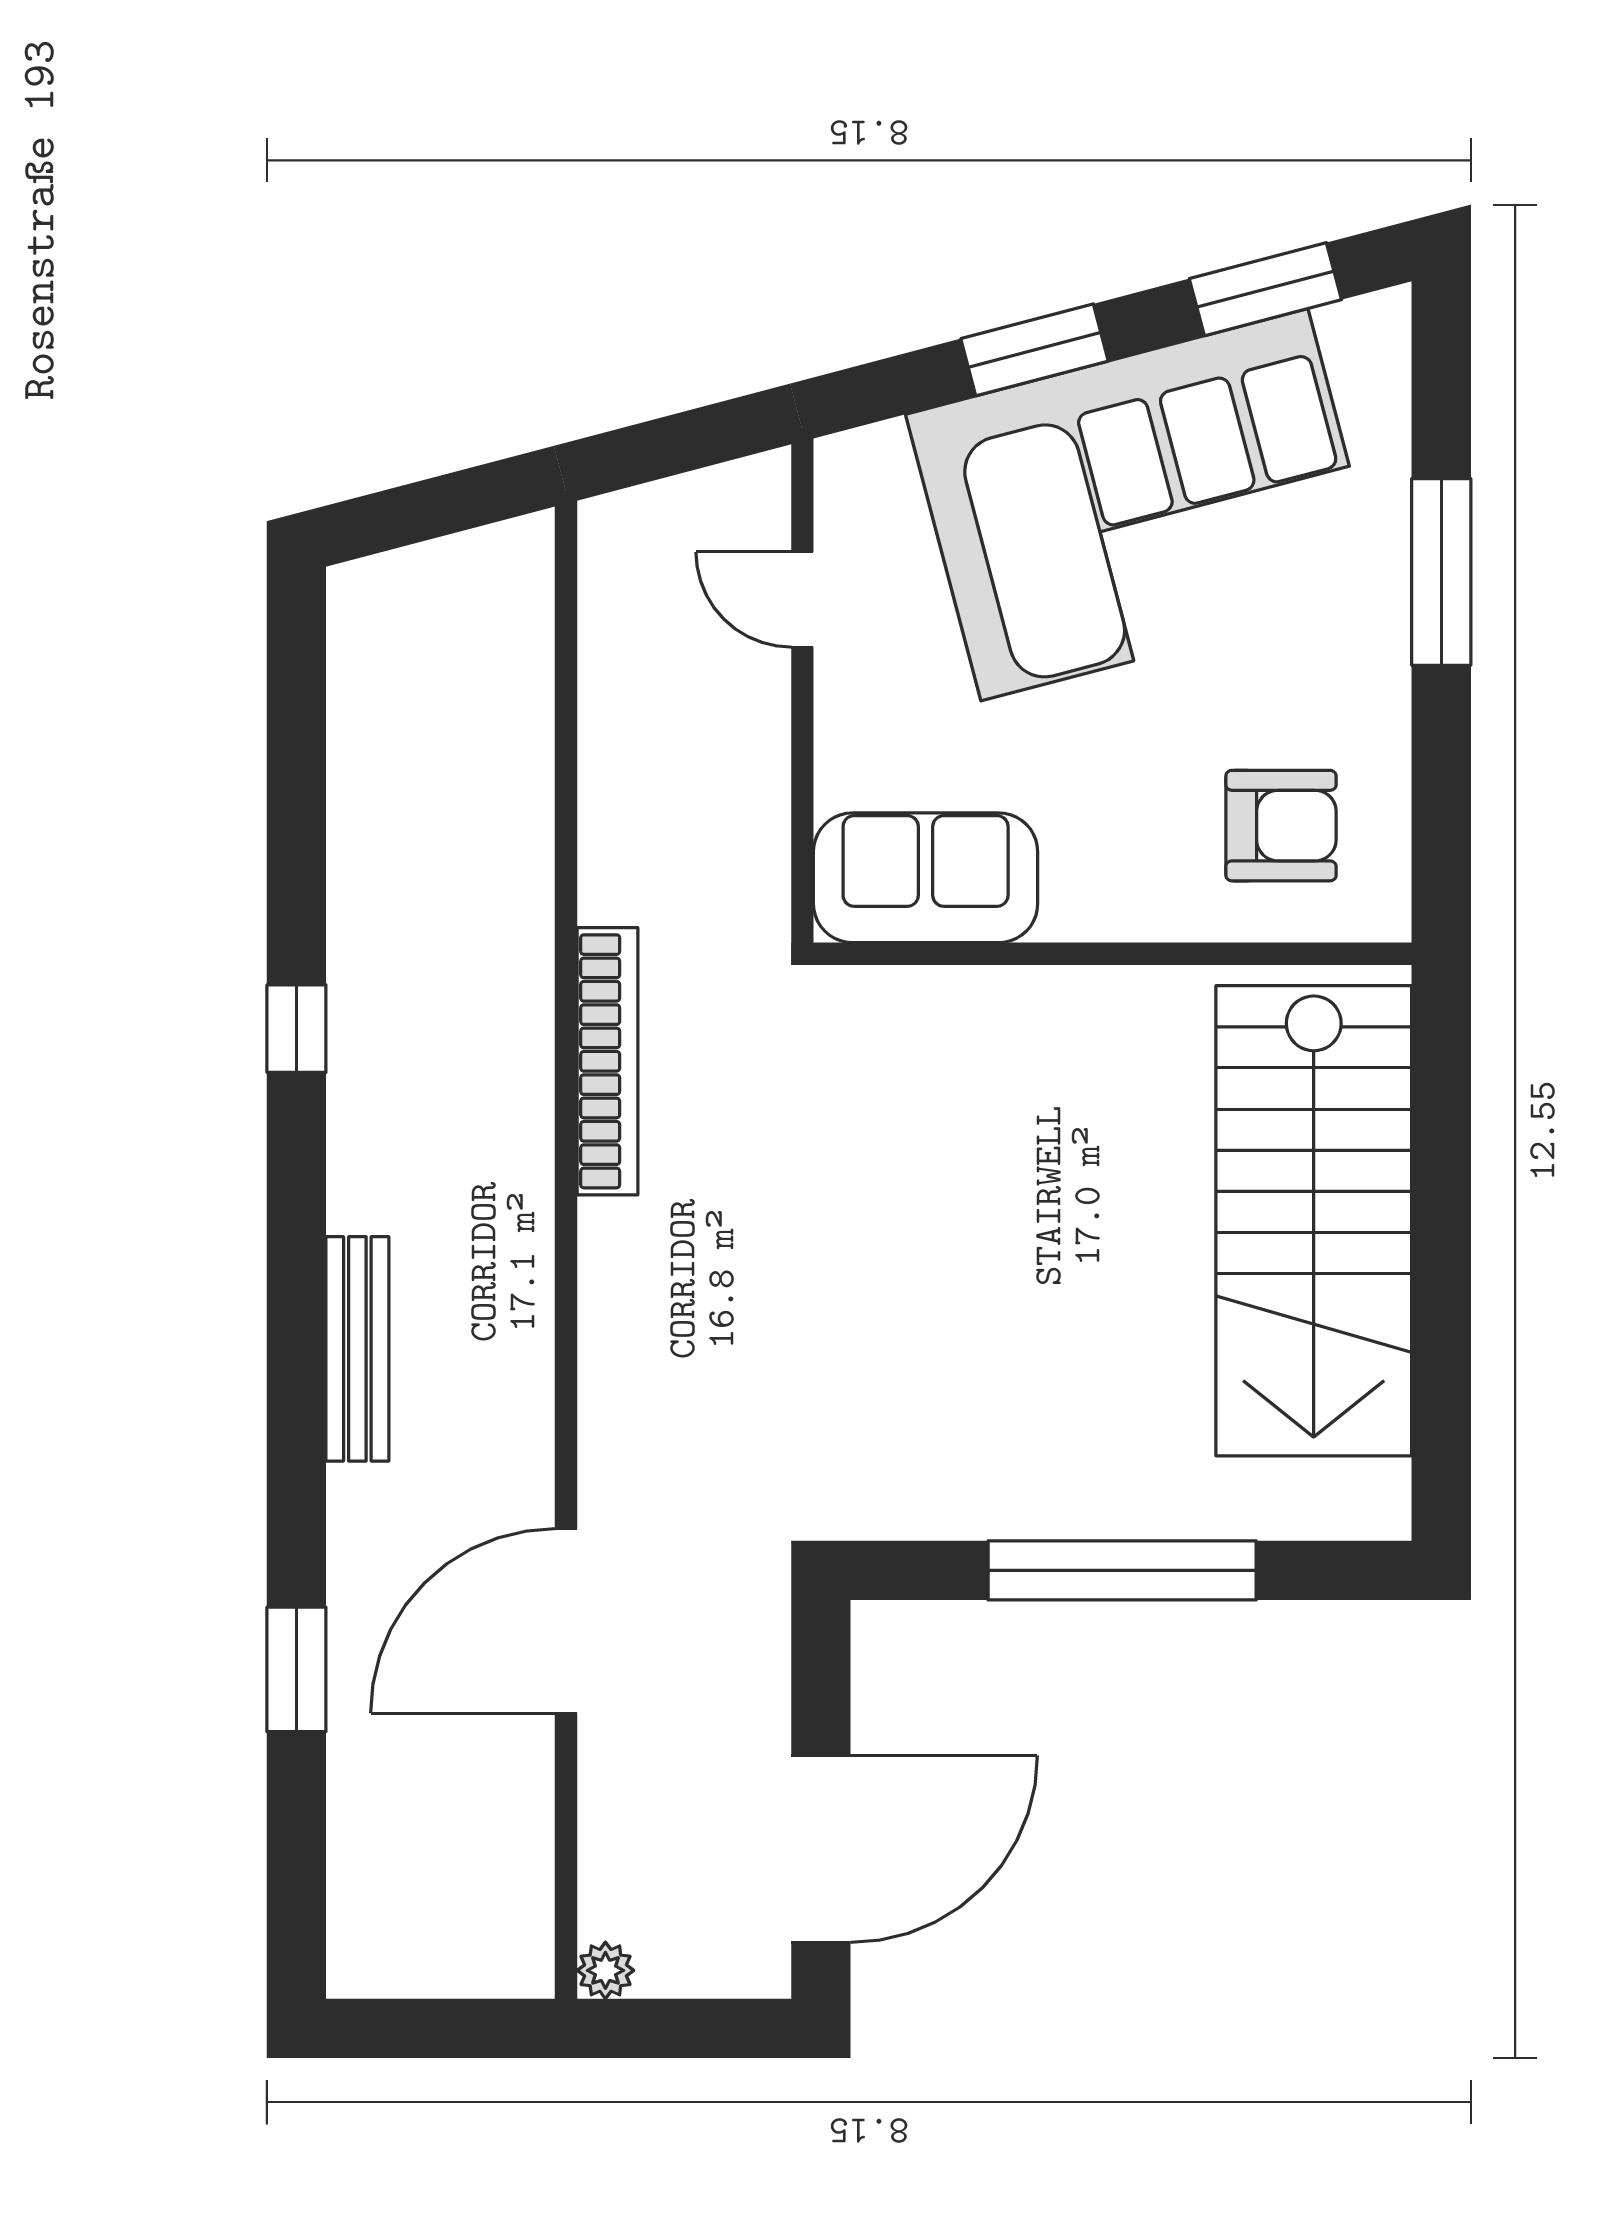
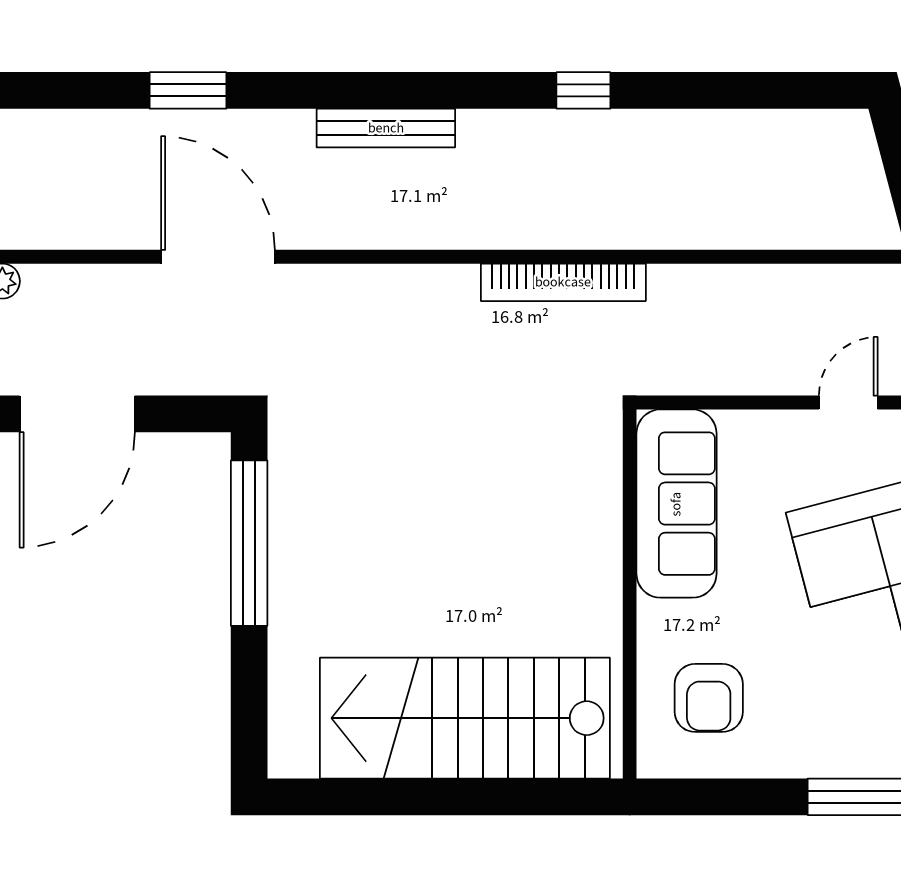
sofa: (926, 878) -> (676, 504), width x1.36
window: (1122, 1570) -> (249, 543), moved
door: (821, 1849) -> (77, 414), hinge flipped

